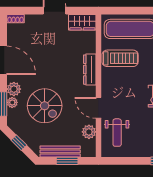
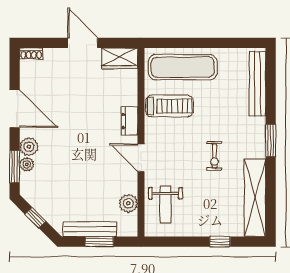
dresser: (90, 70) -> (129, 121), width x0.70
spiral stairs: (45, 106) -> (70, 169), removed
door: (98, 108) -> (141, 158), moved

